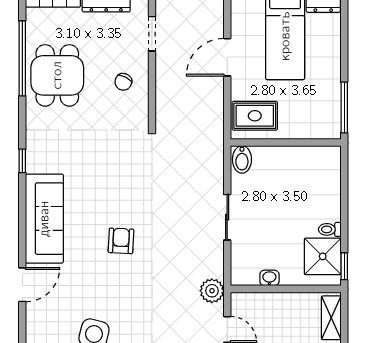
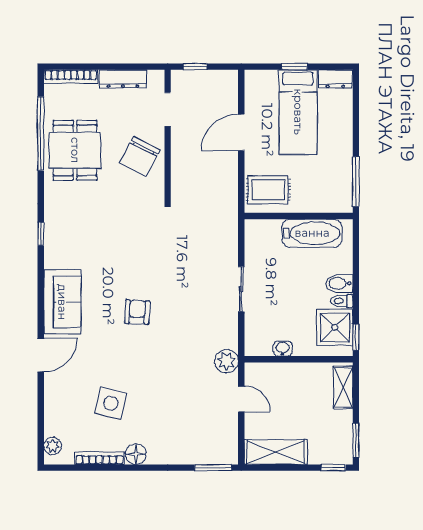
chair: (123, 82) -> (140, 157), width x1.87, depth x1.87
bidet: (242, 159) -> (339, 283), moved, turned 90
bathtub: (299, 160) -> (312, 233), added
sofa: (44, 219) -> (62, 302), width x0.73

